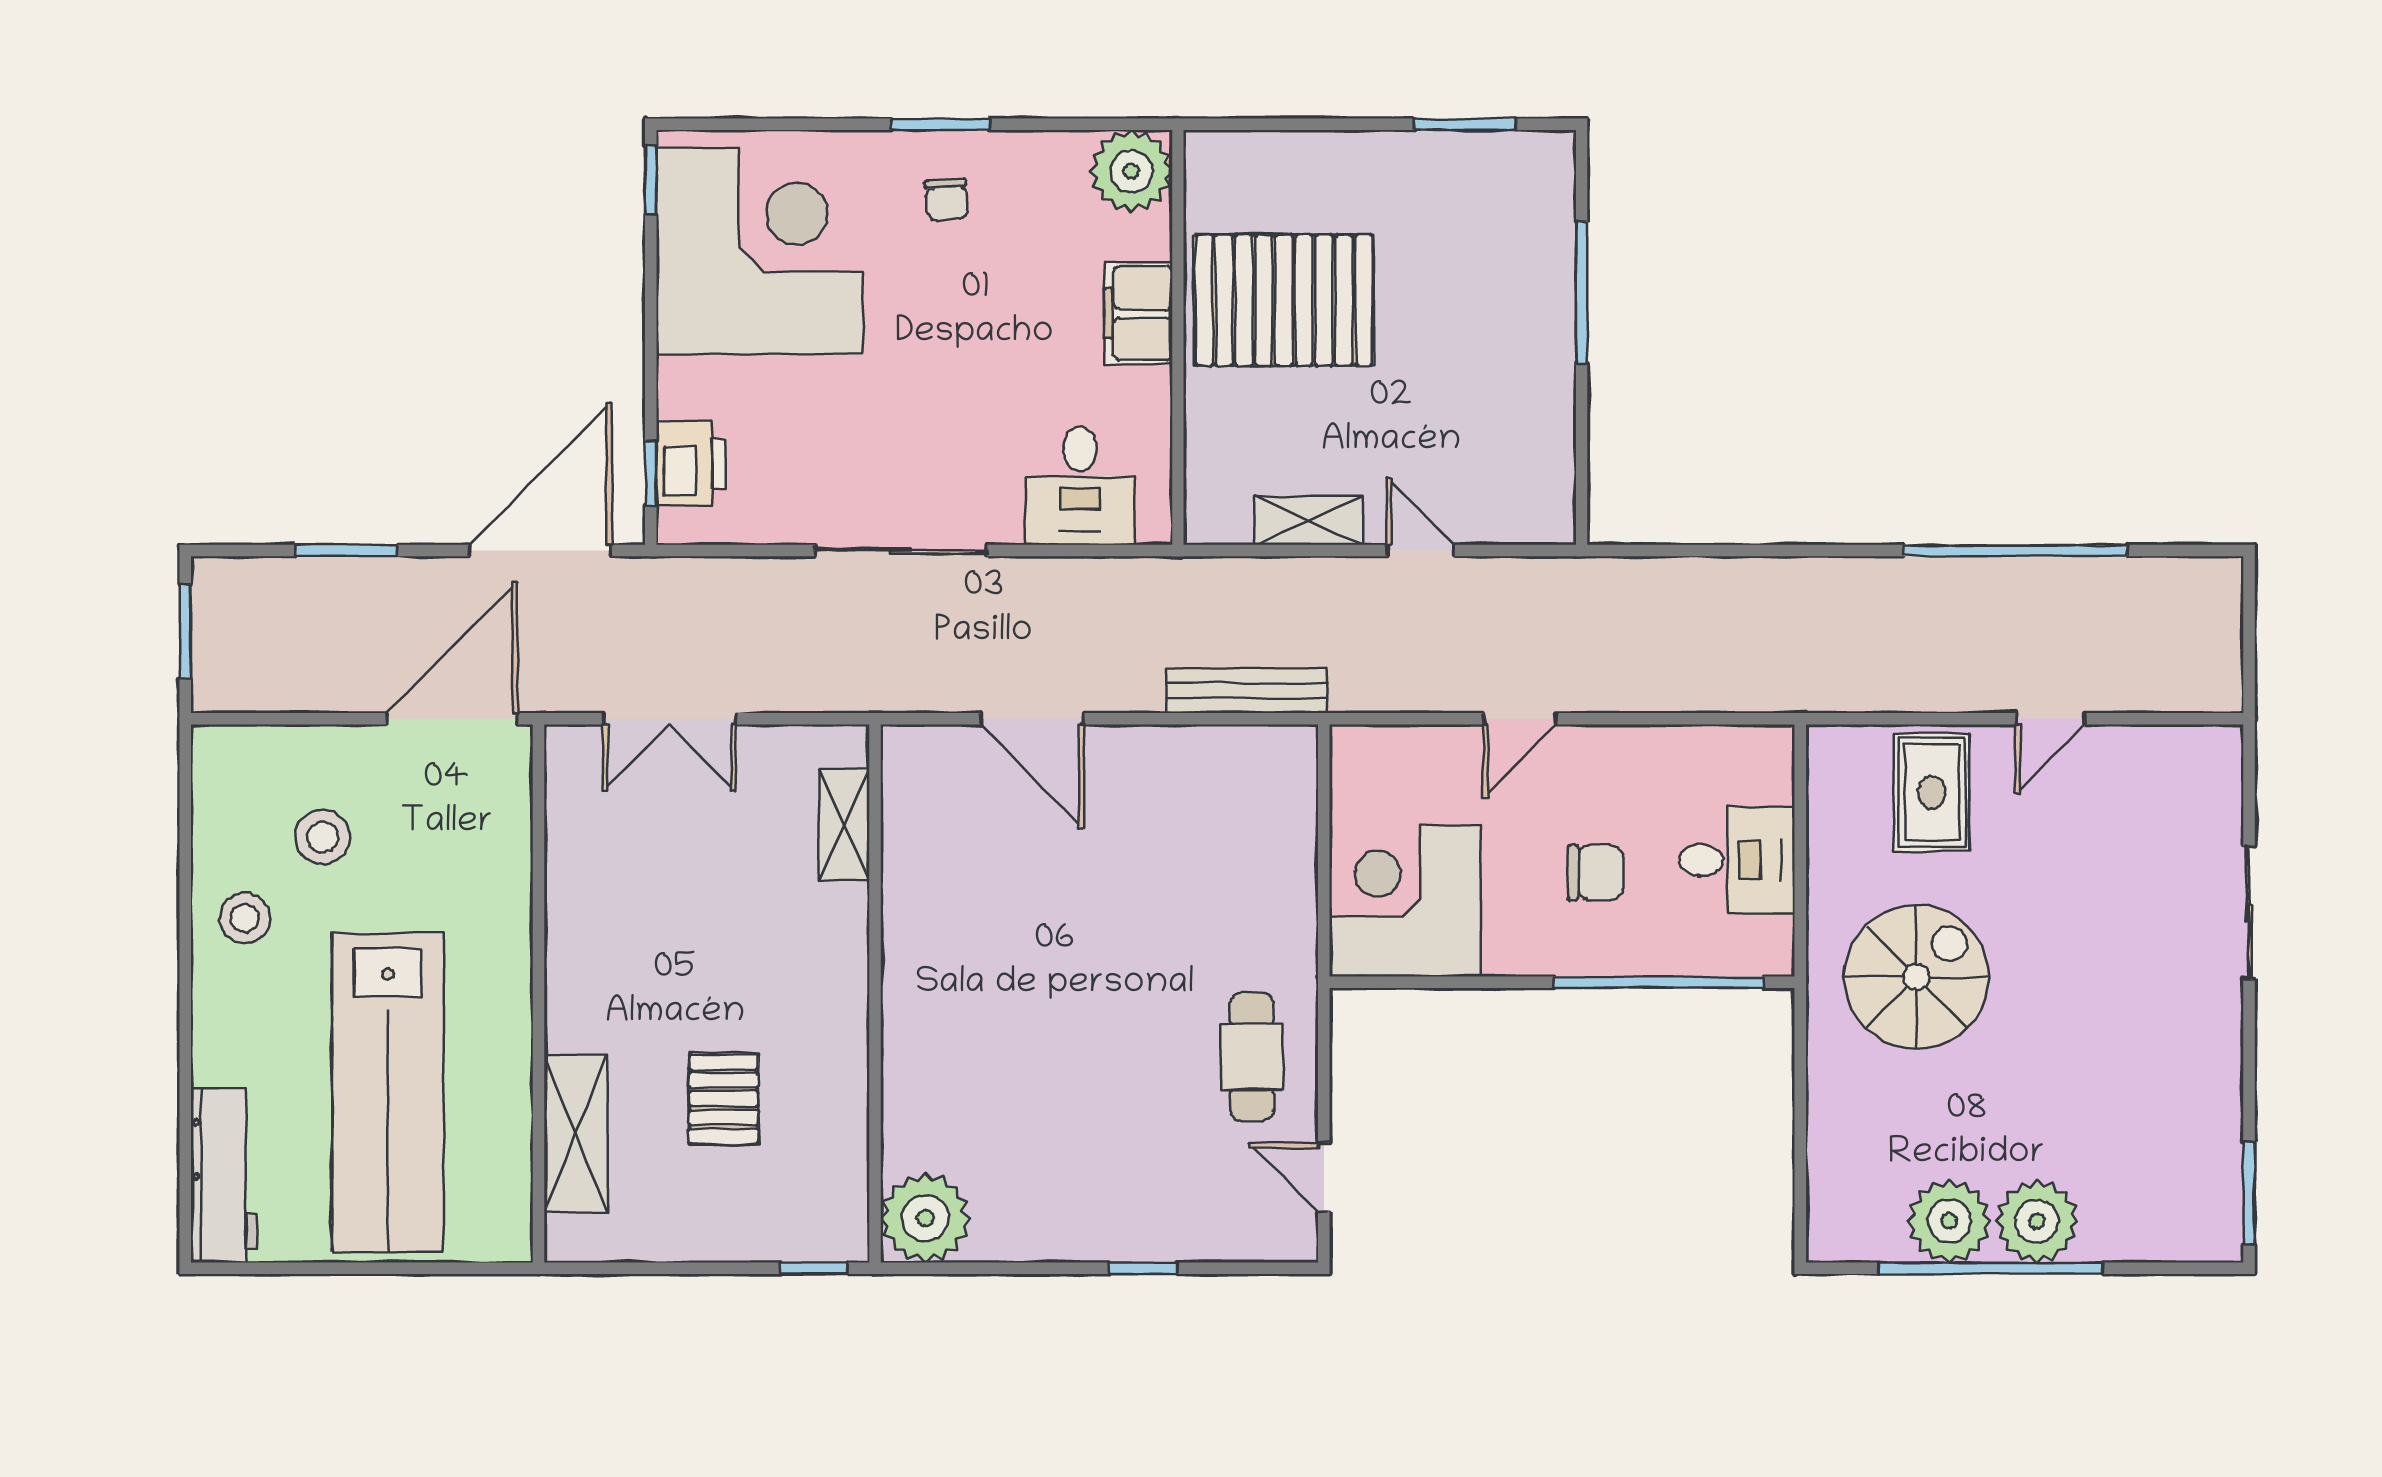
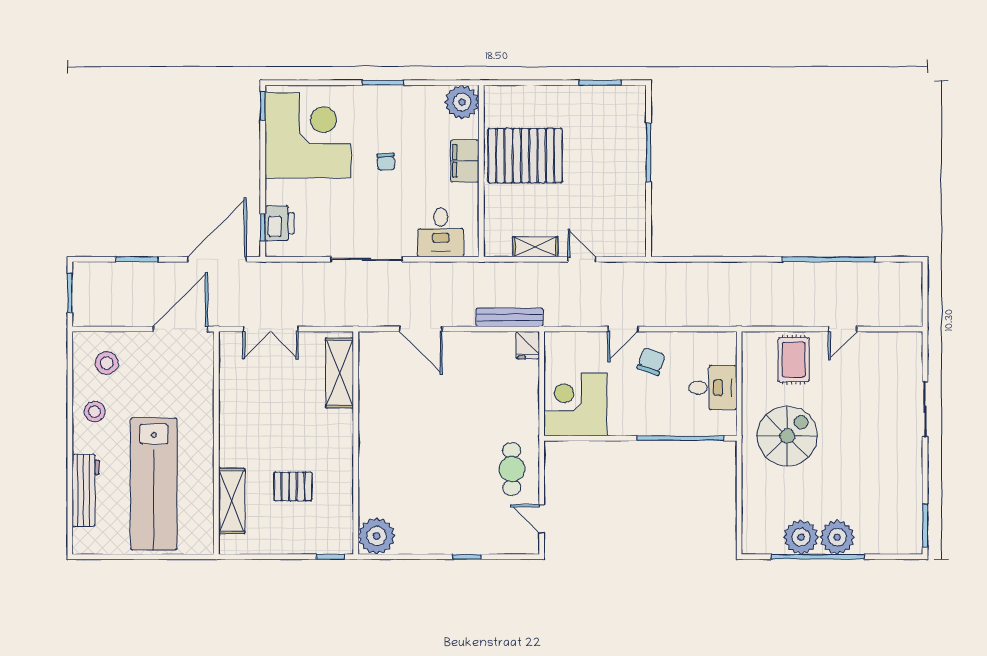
chair: (947, 199) -> (386, 162), moved
fridge: (1290, 758) -> (528, 345), added
shelving: (844, 824) -> (339, 373), width x1.50, depth x1.33
stool: (323, 837) -> (107, 363), moved
chair: (1595, 873) -> (651, 361), moved, turned -71
pallet: (724, 1099) -> (293, 487), turned 90
workbench: (224, 1176) -> (86, 490), moved

